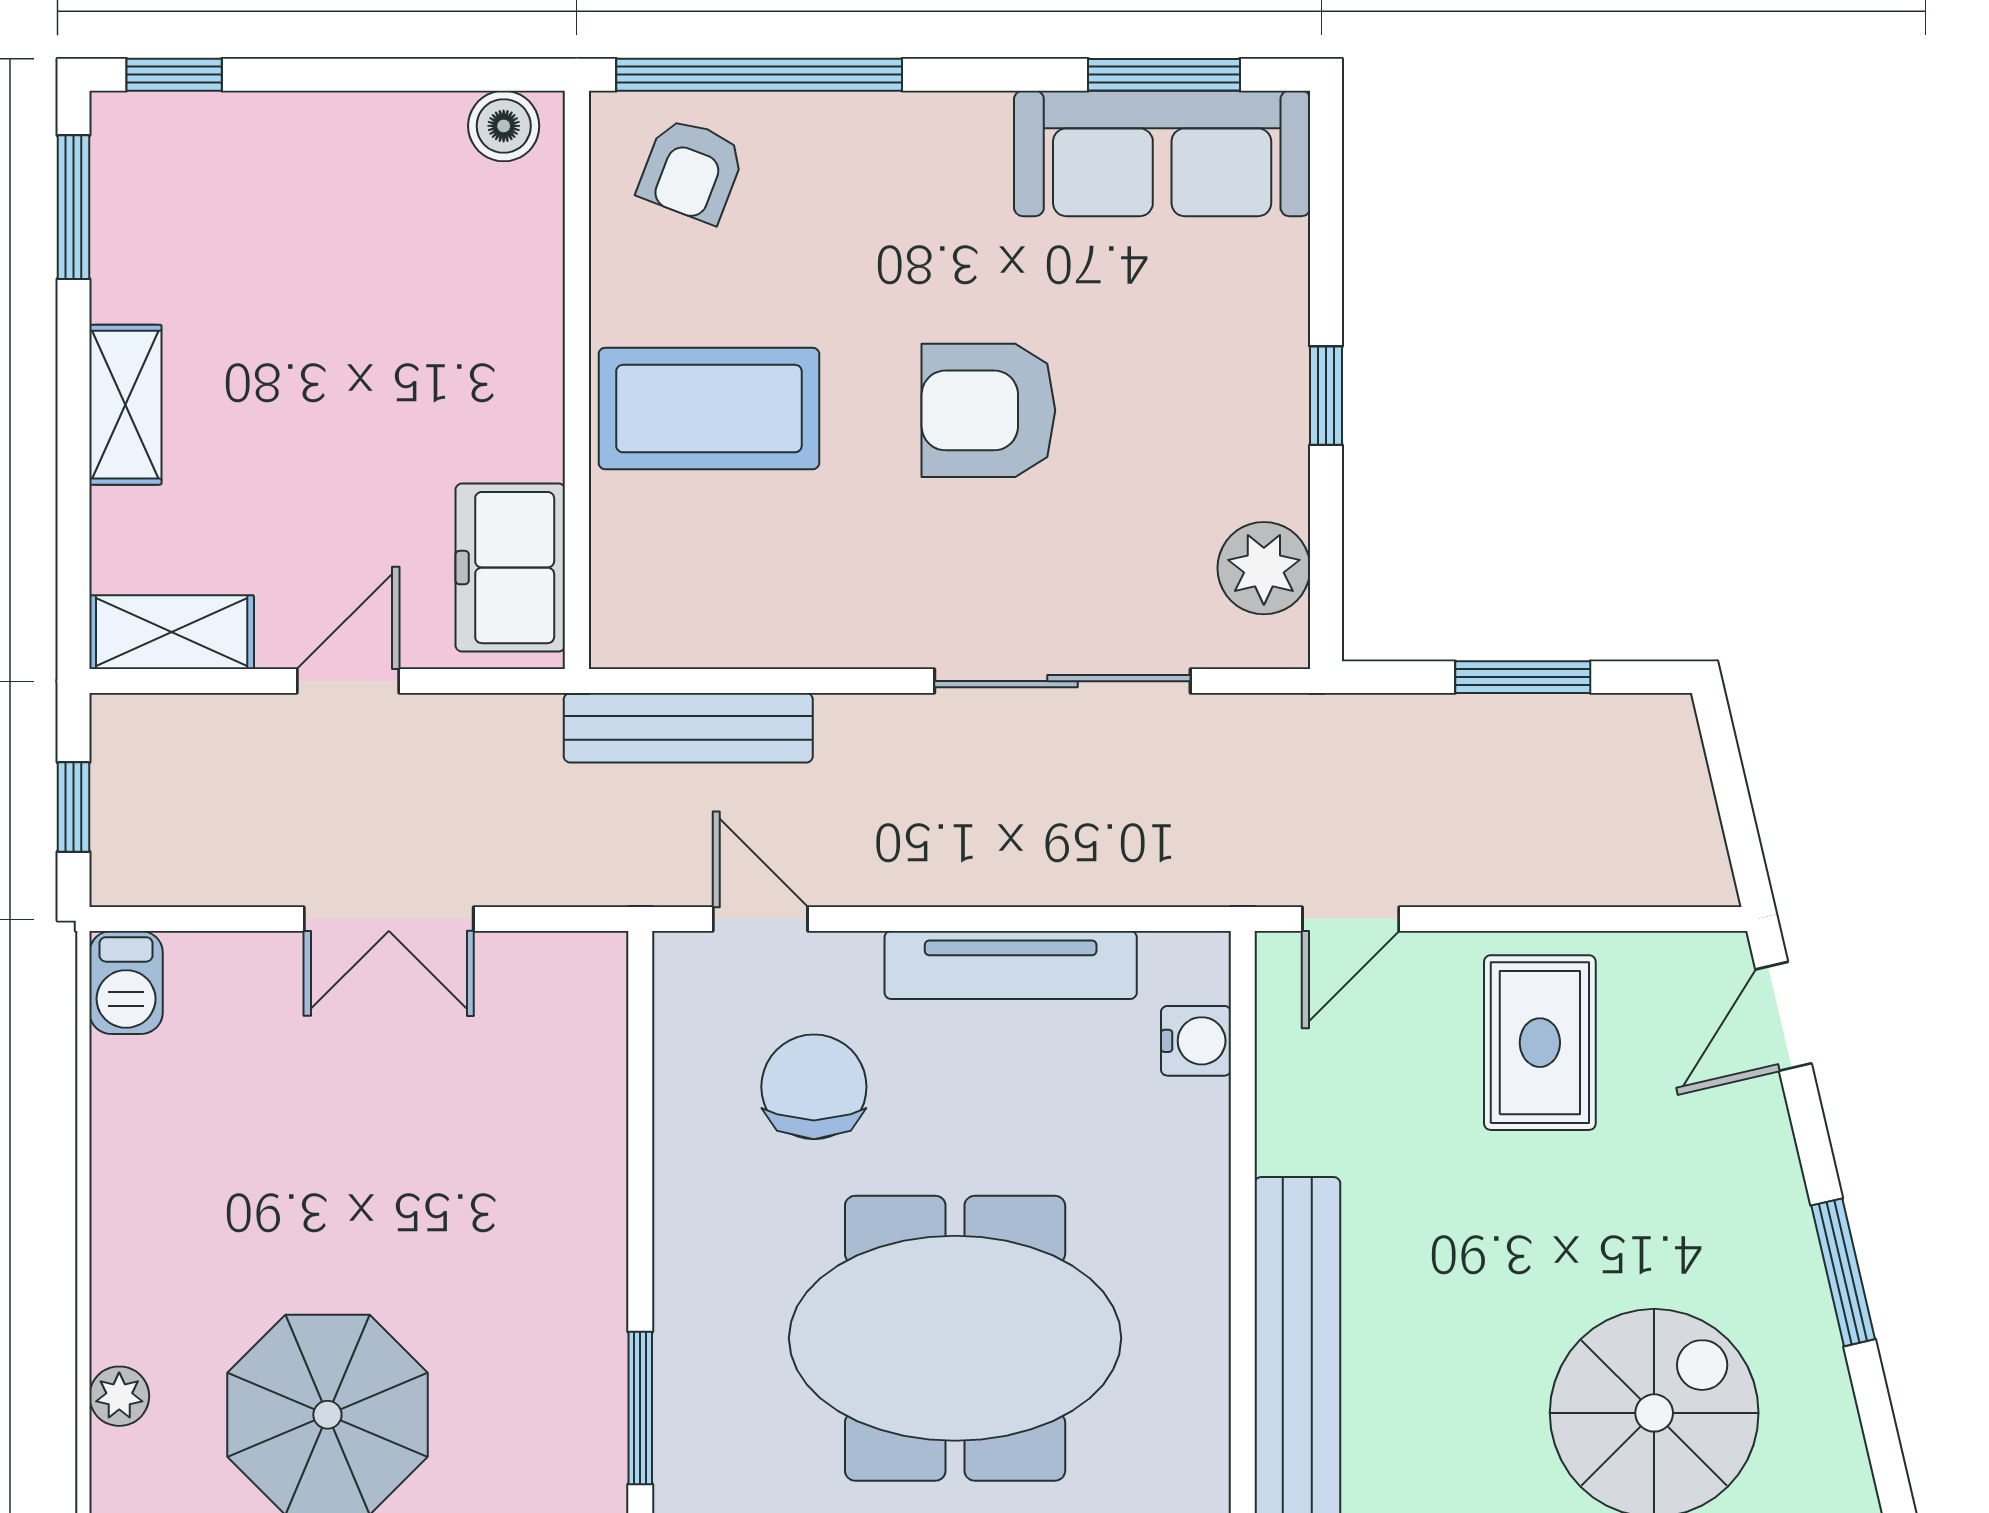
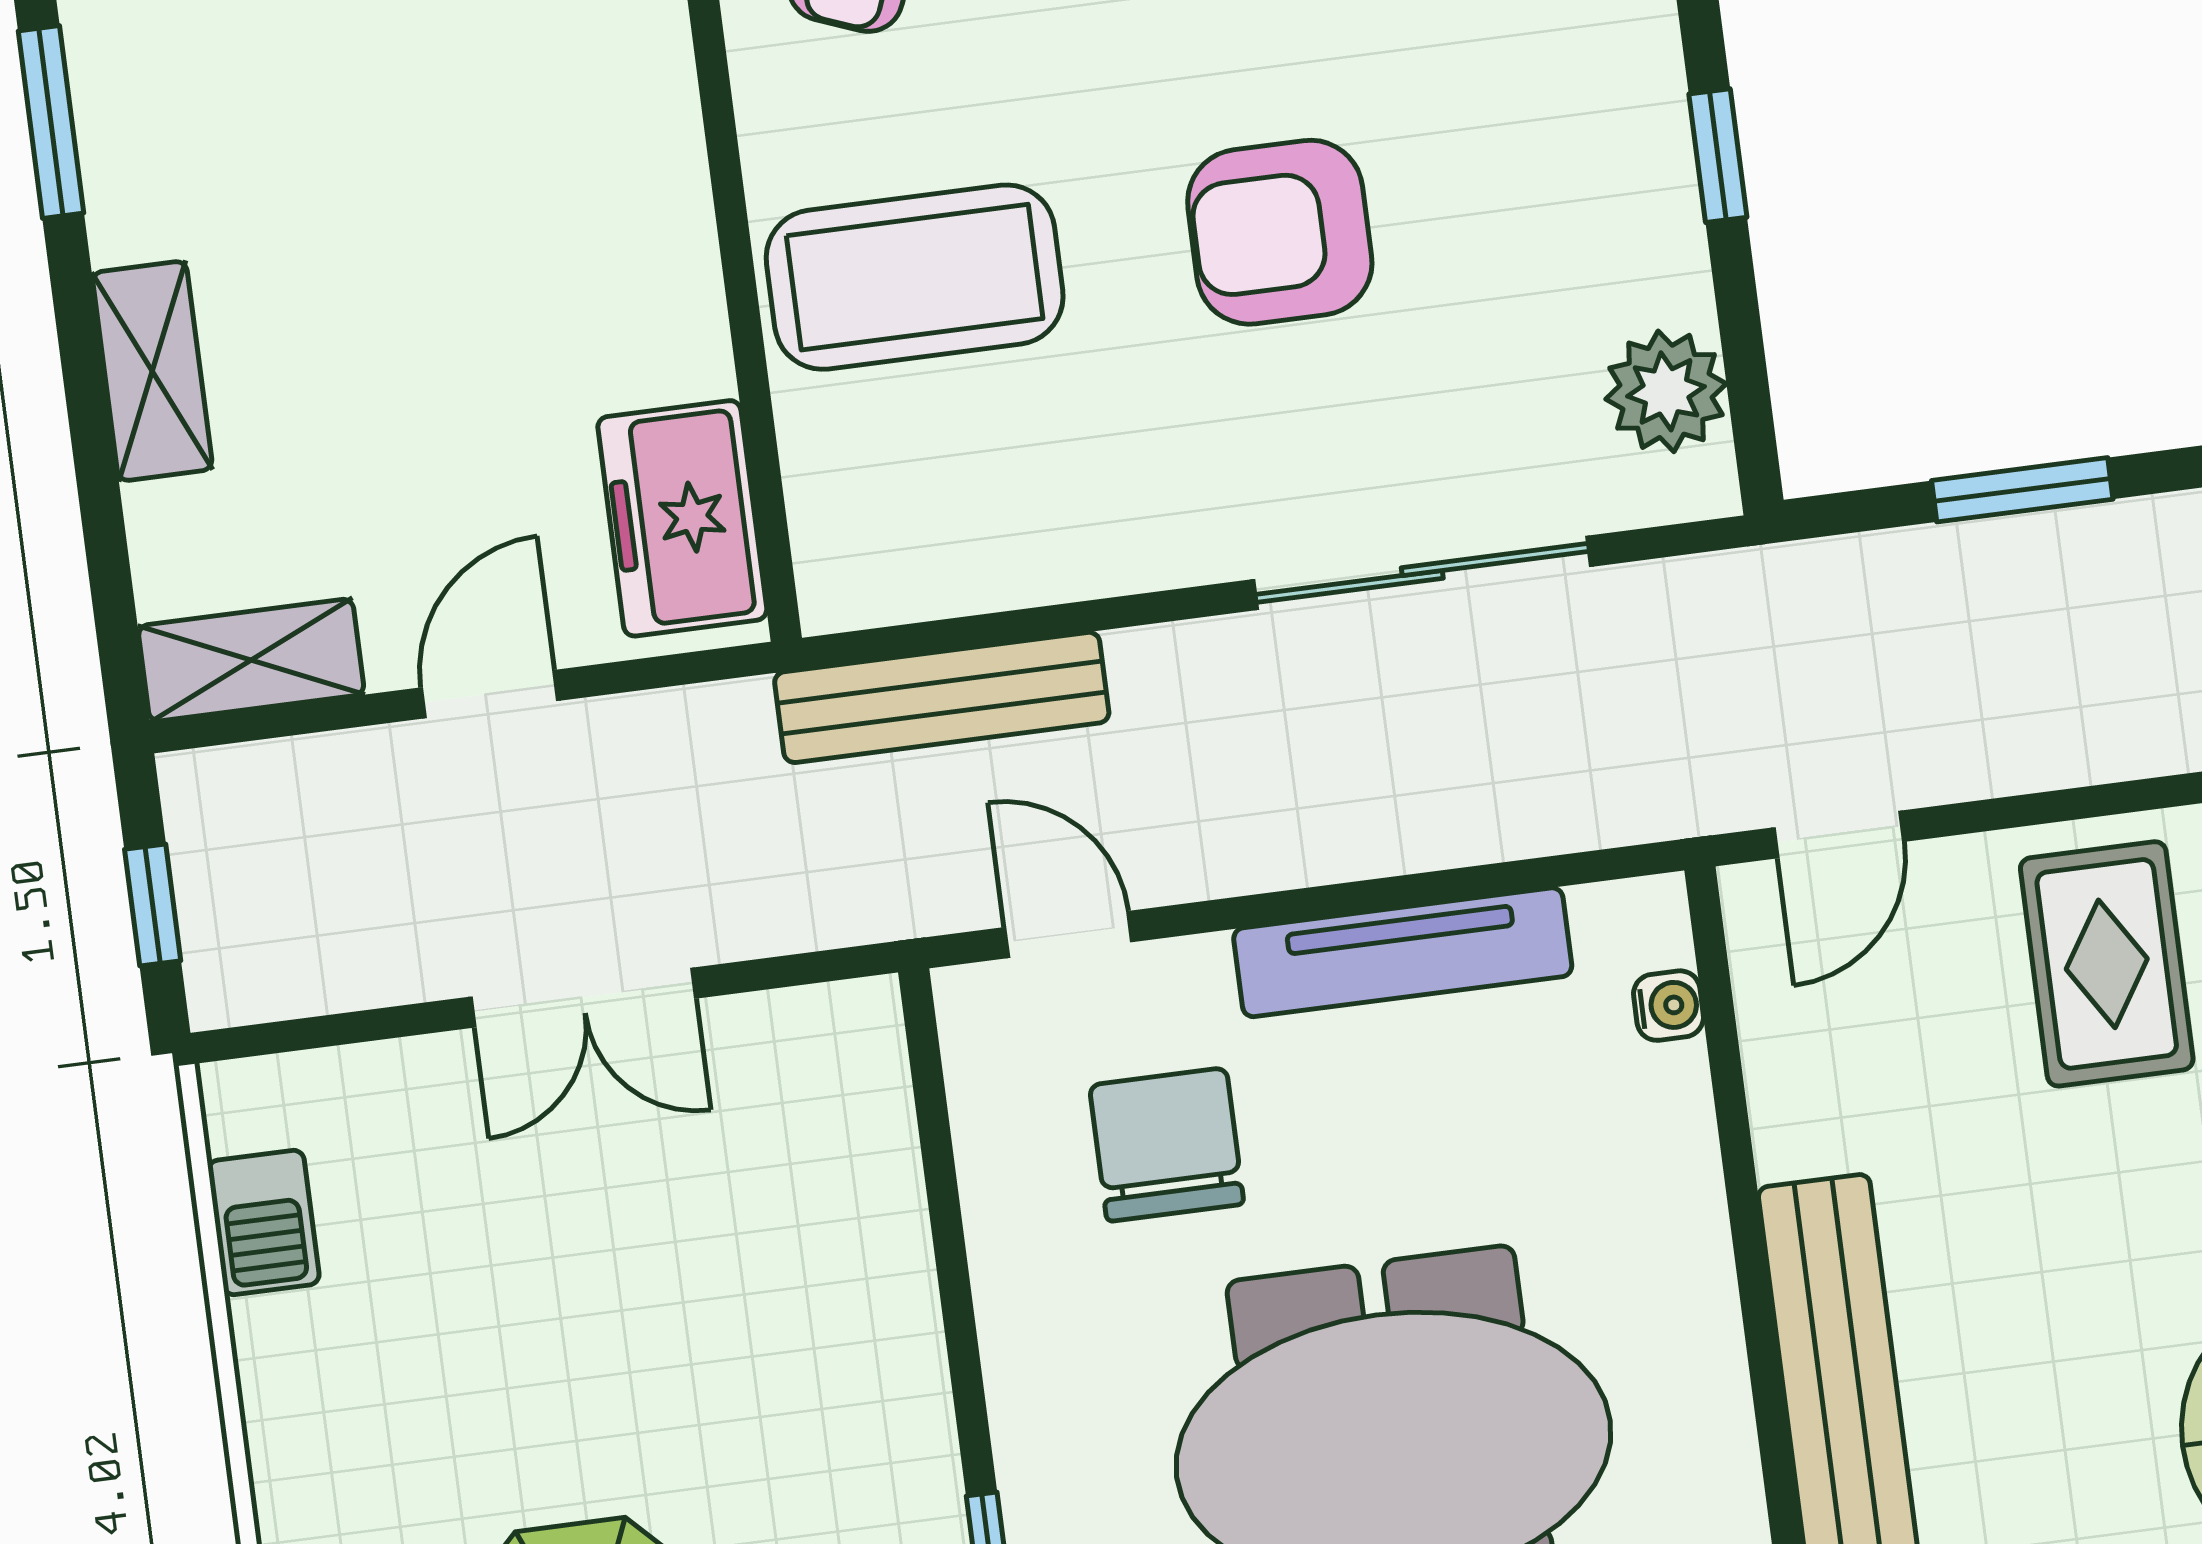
barbecue: (126, 982) -> (264, 1223), moved
water cooler: (1196, 1041) -> (1668, 1006), width x0.72, depth x0.72

